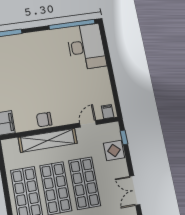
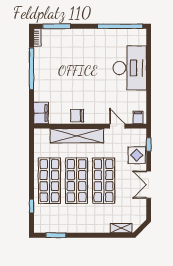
desk: (86, 47) -> (130, 68), moved
door: (88, 124) -> (117, 126), hinge flipped
double door: (135, 190) -> (149, 185), moved

